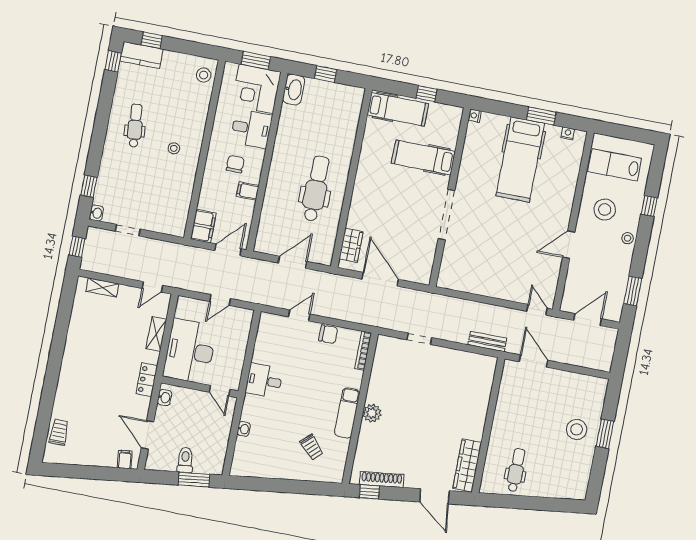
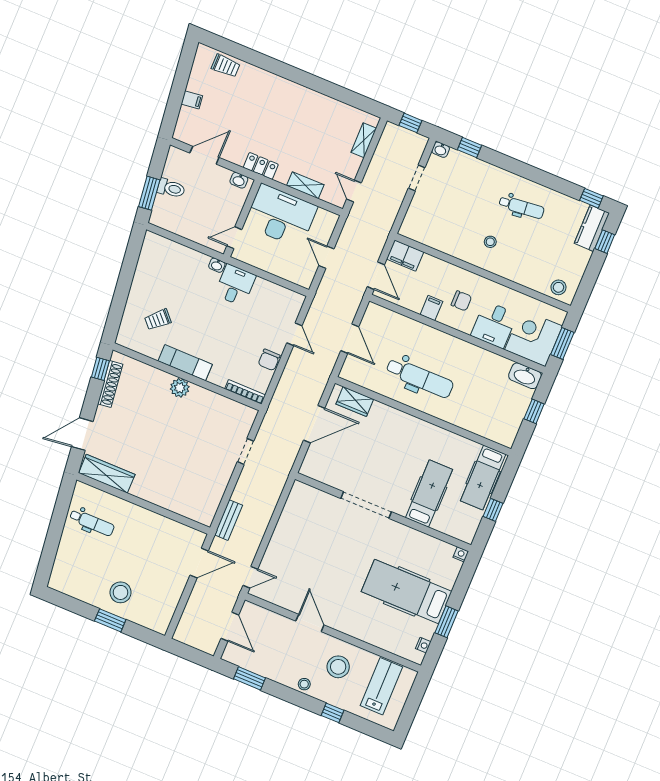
washbasin: (244, 429) -> (217, 265), moved
filing cabinet: (125, 459) -> (192, 100), moved

